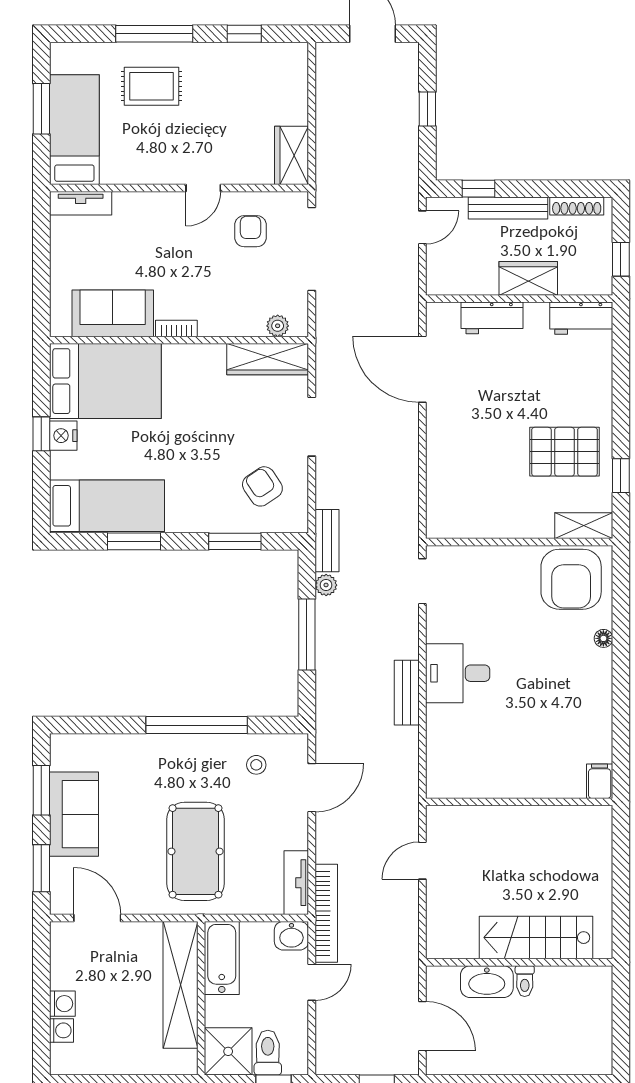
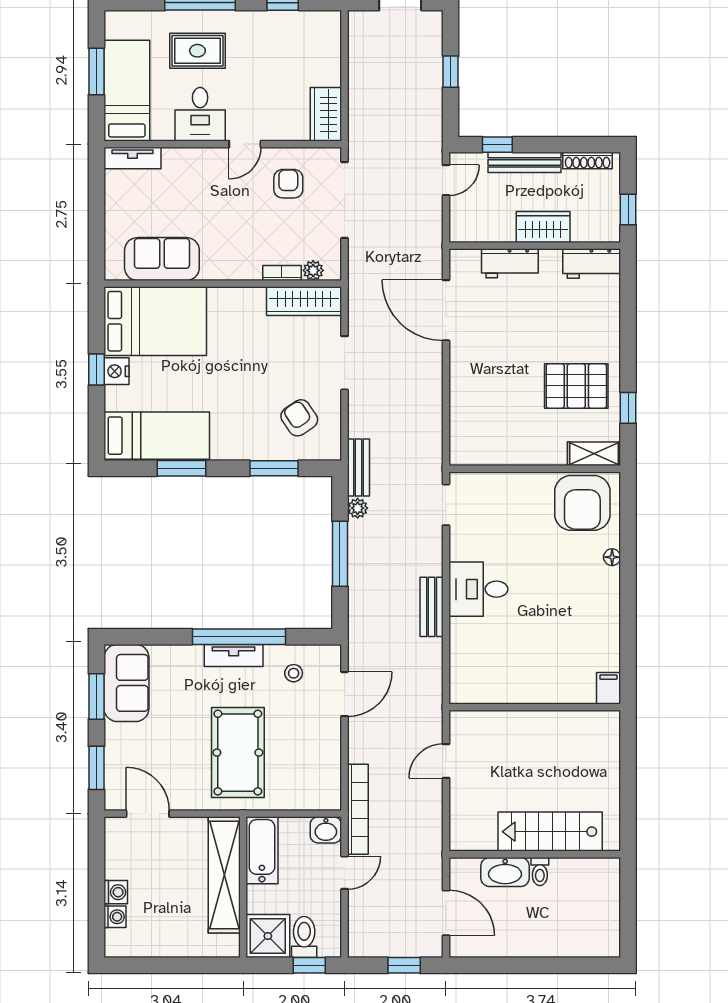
desk: (154, 155) -> (200, 114), added
bookcase: (176, 328) -> (282, 273), moved
sofa: (74, 814) -> (126, 683), moved
tv unit: (296, 883) -> (234, 655), moved, turned -90

